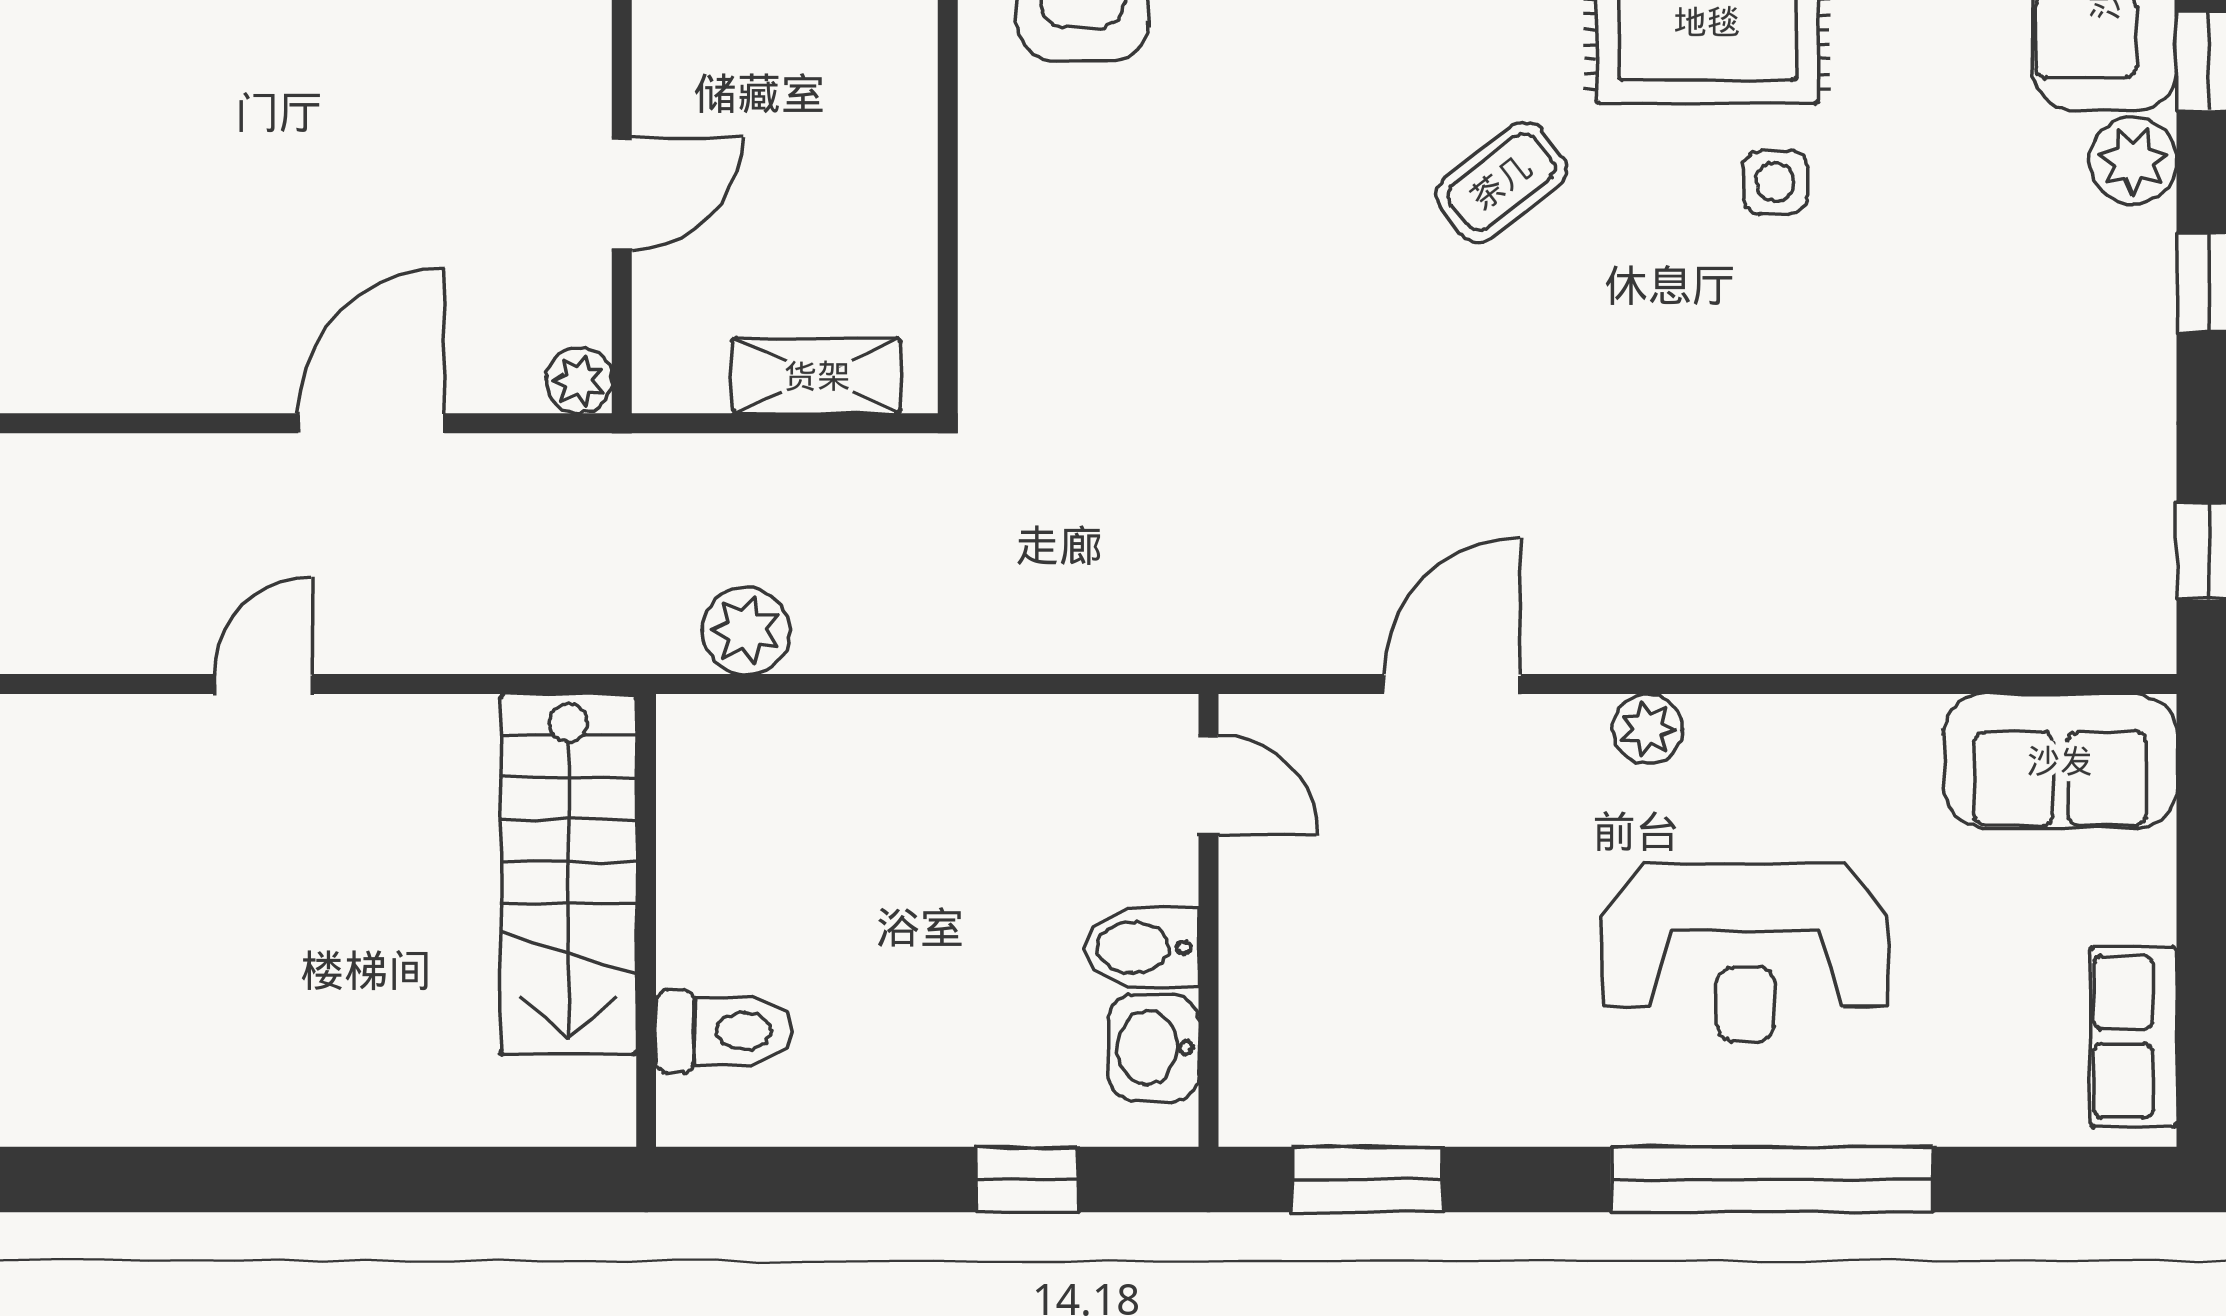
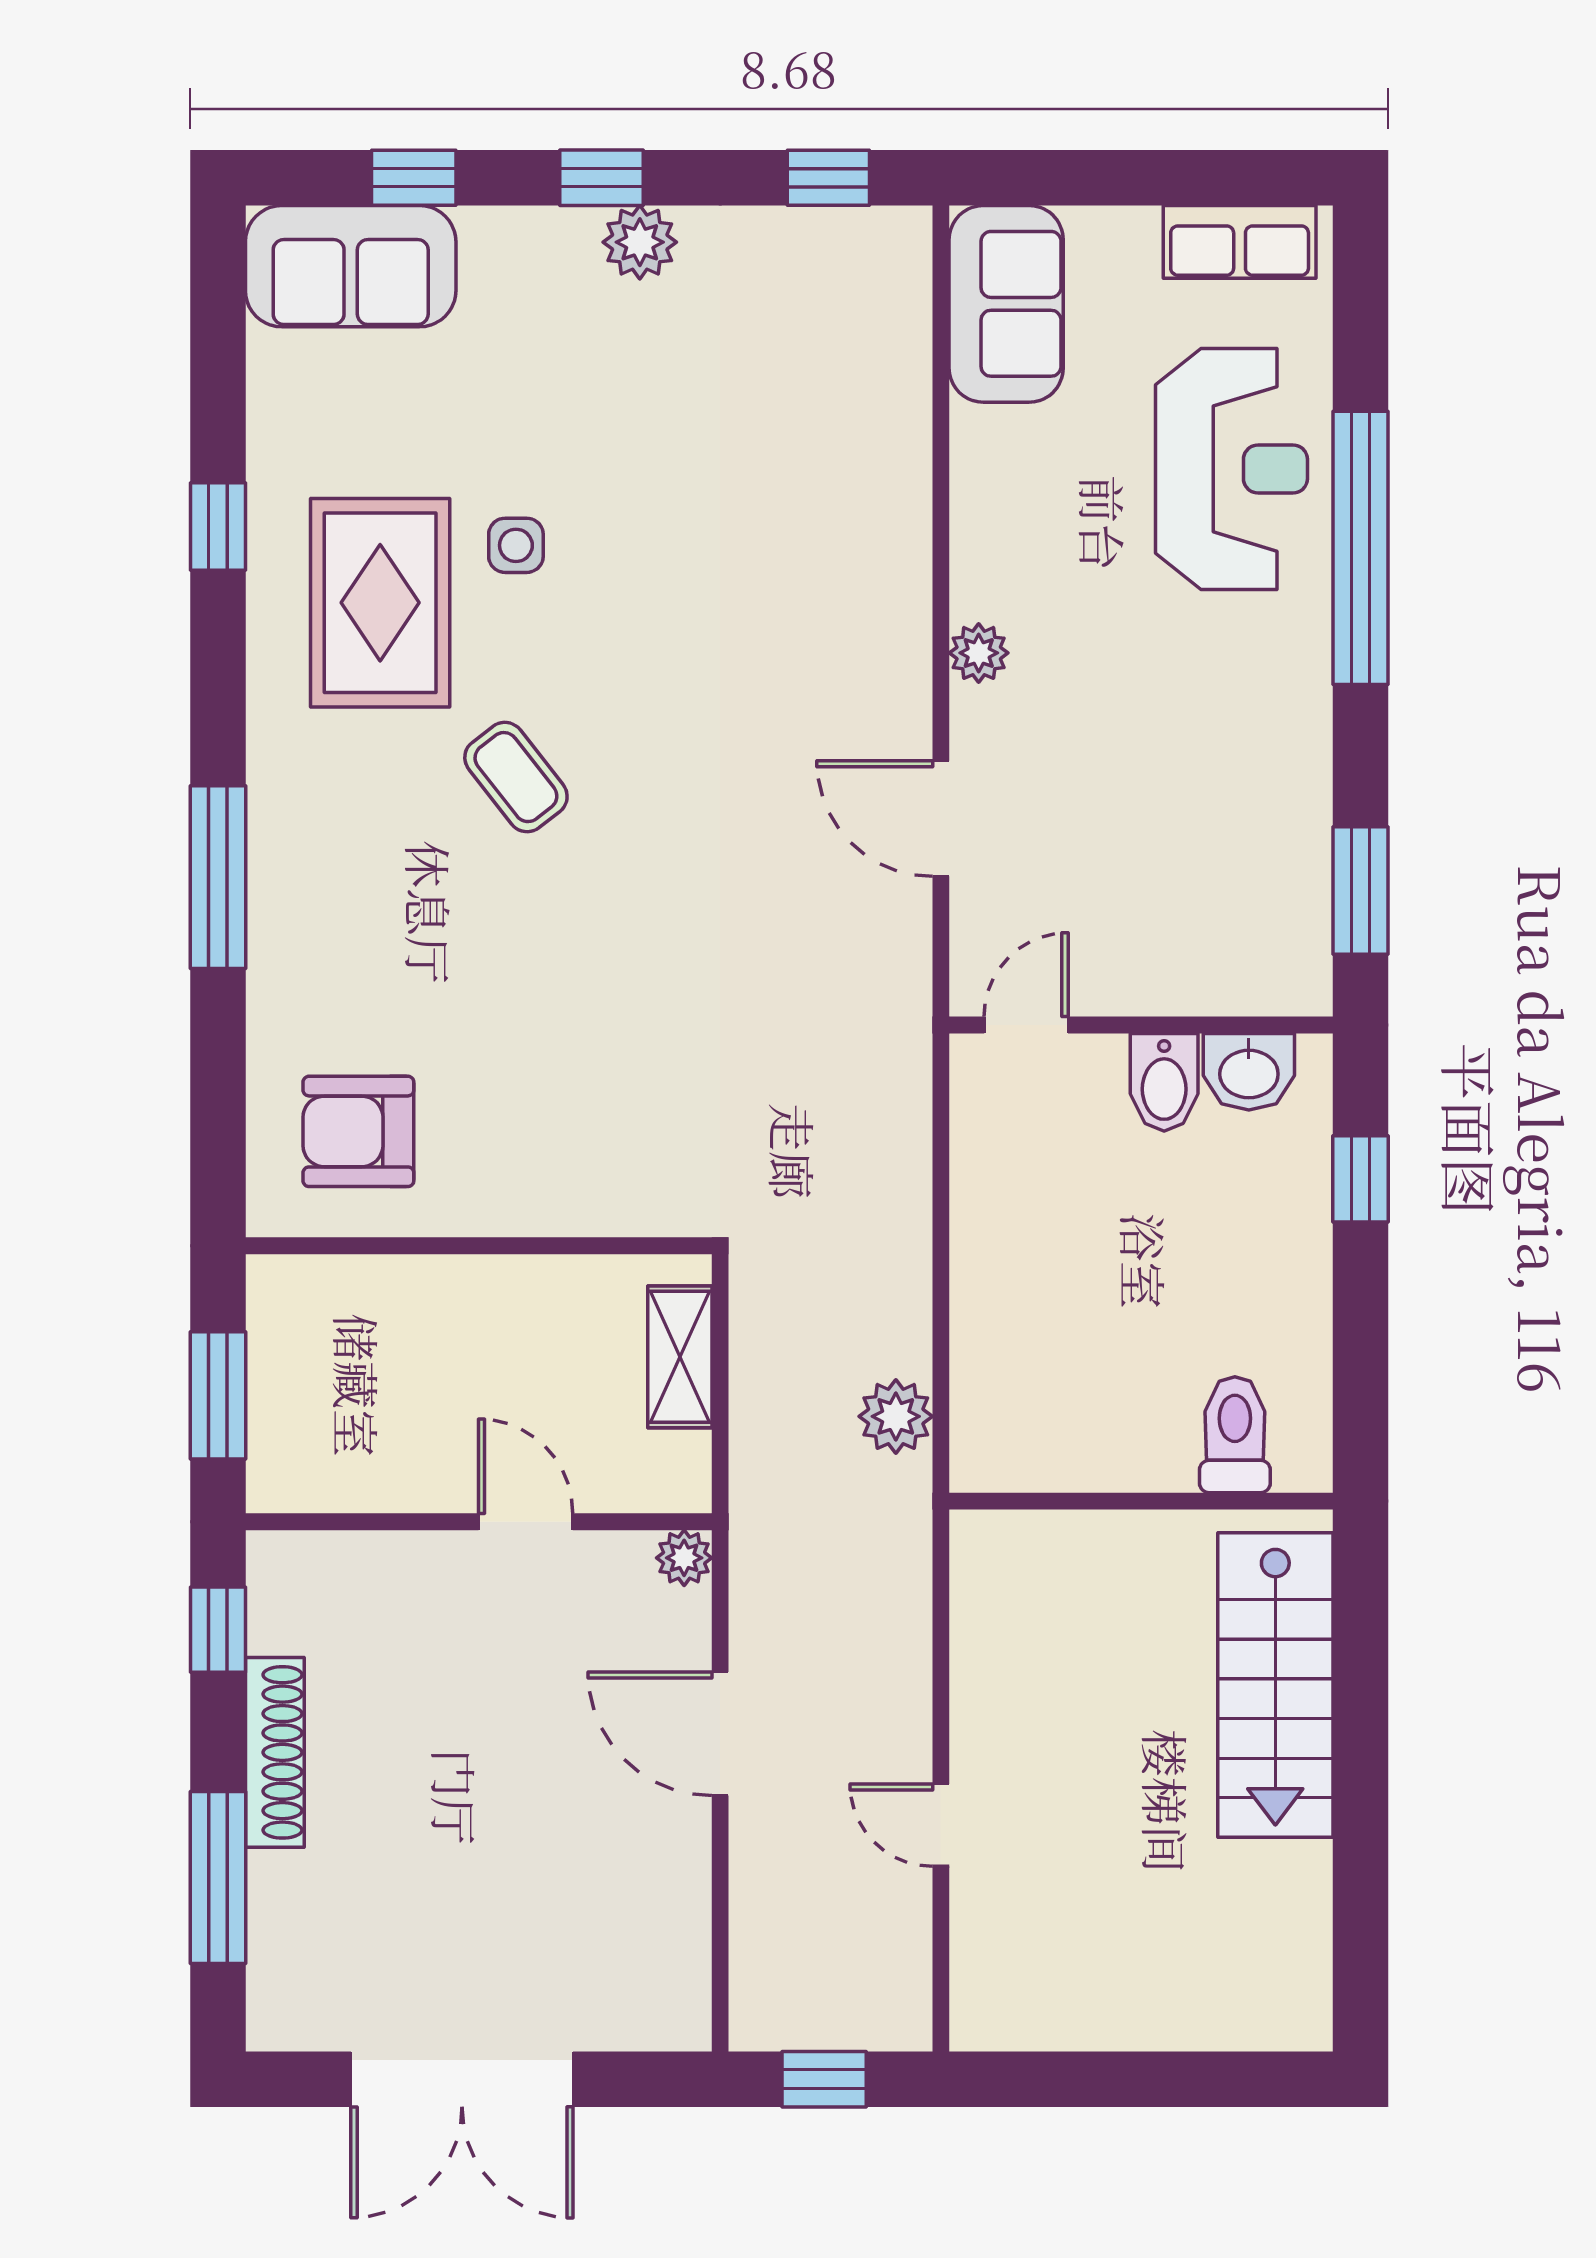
plant: (2133, 161) -> (640, 242), moved
stairs: (569, 874) -> (1275, 1685), moved, turned 90
reception desk: (1745, 952) -> (1231, 469), moved

